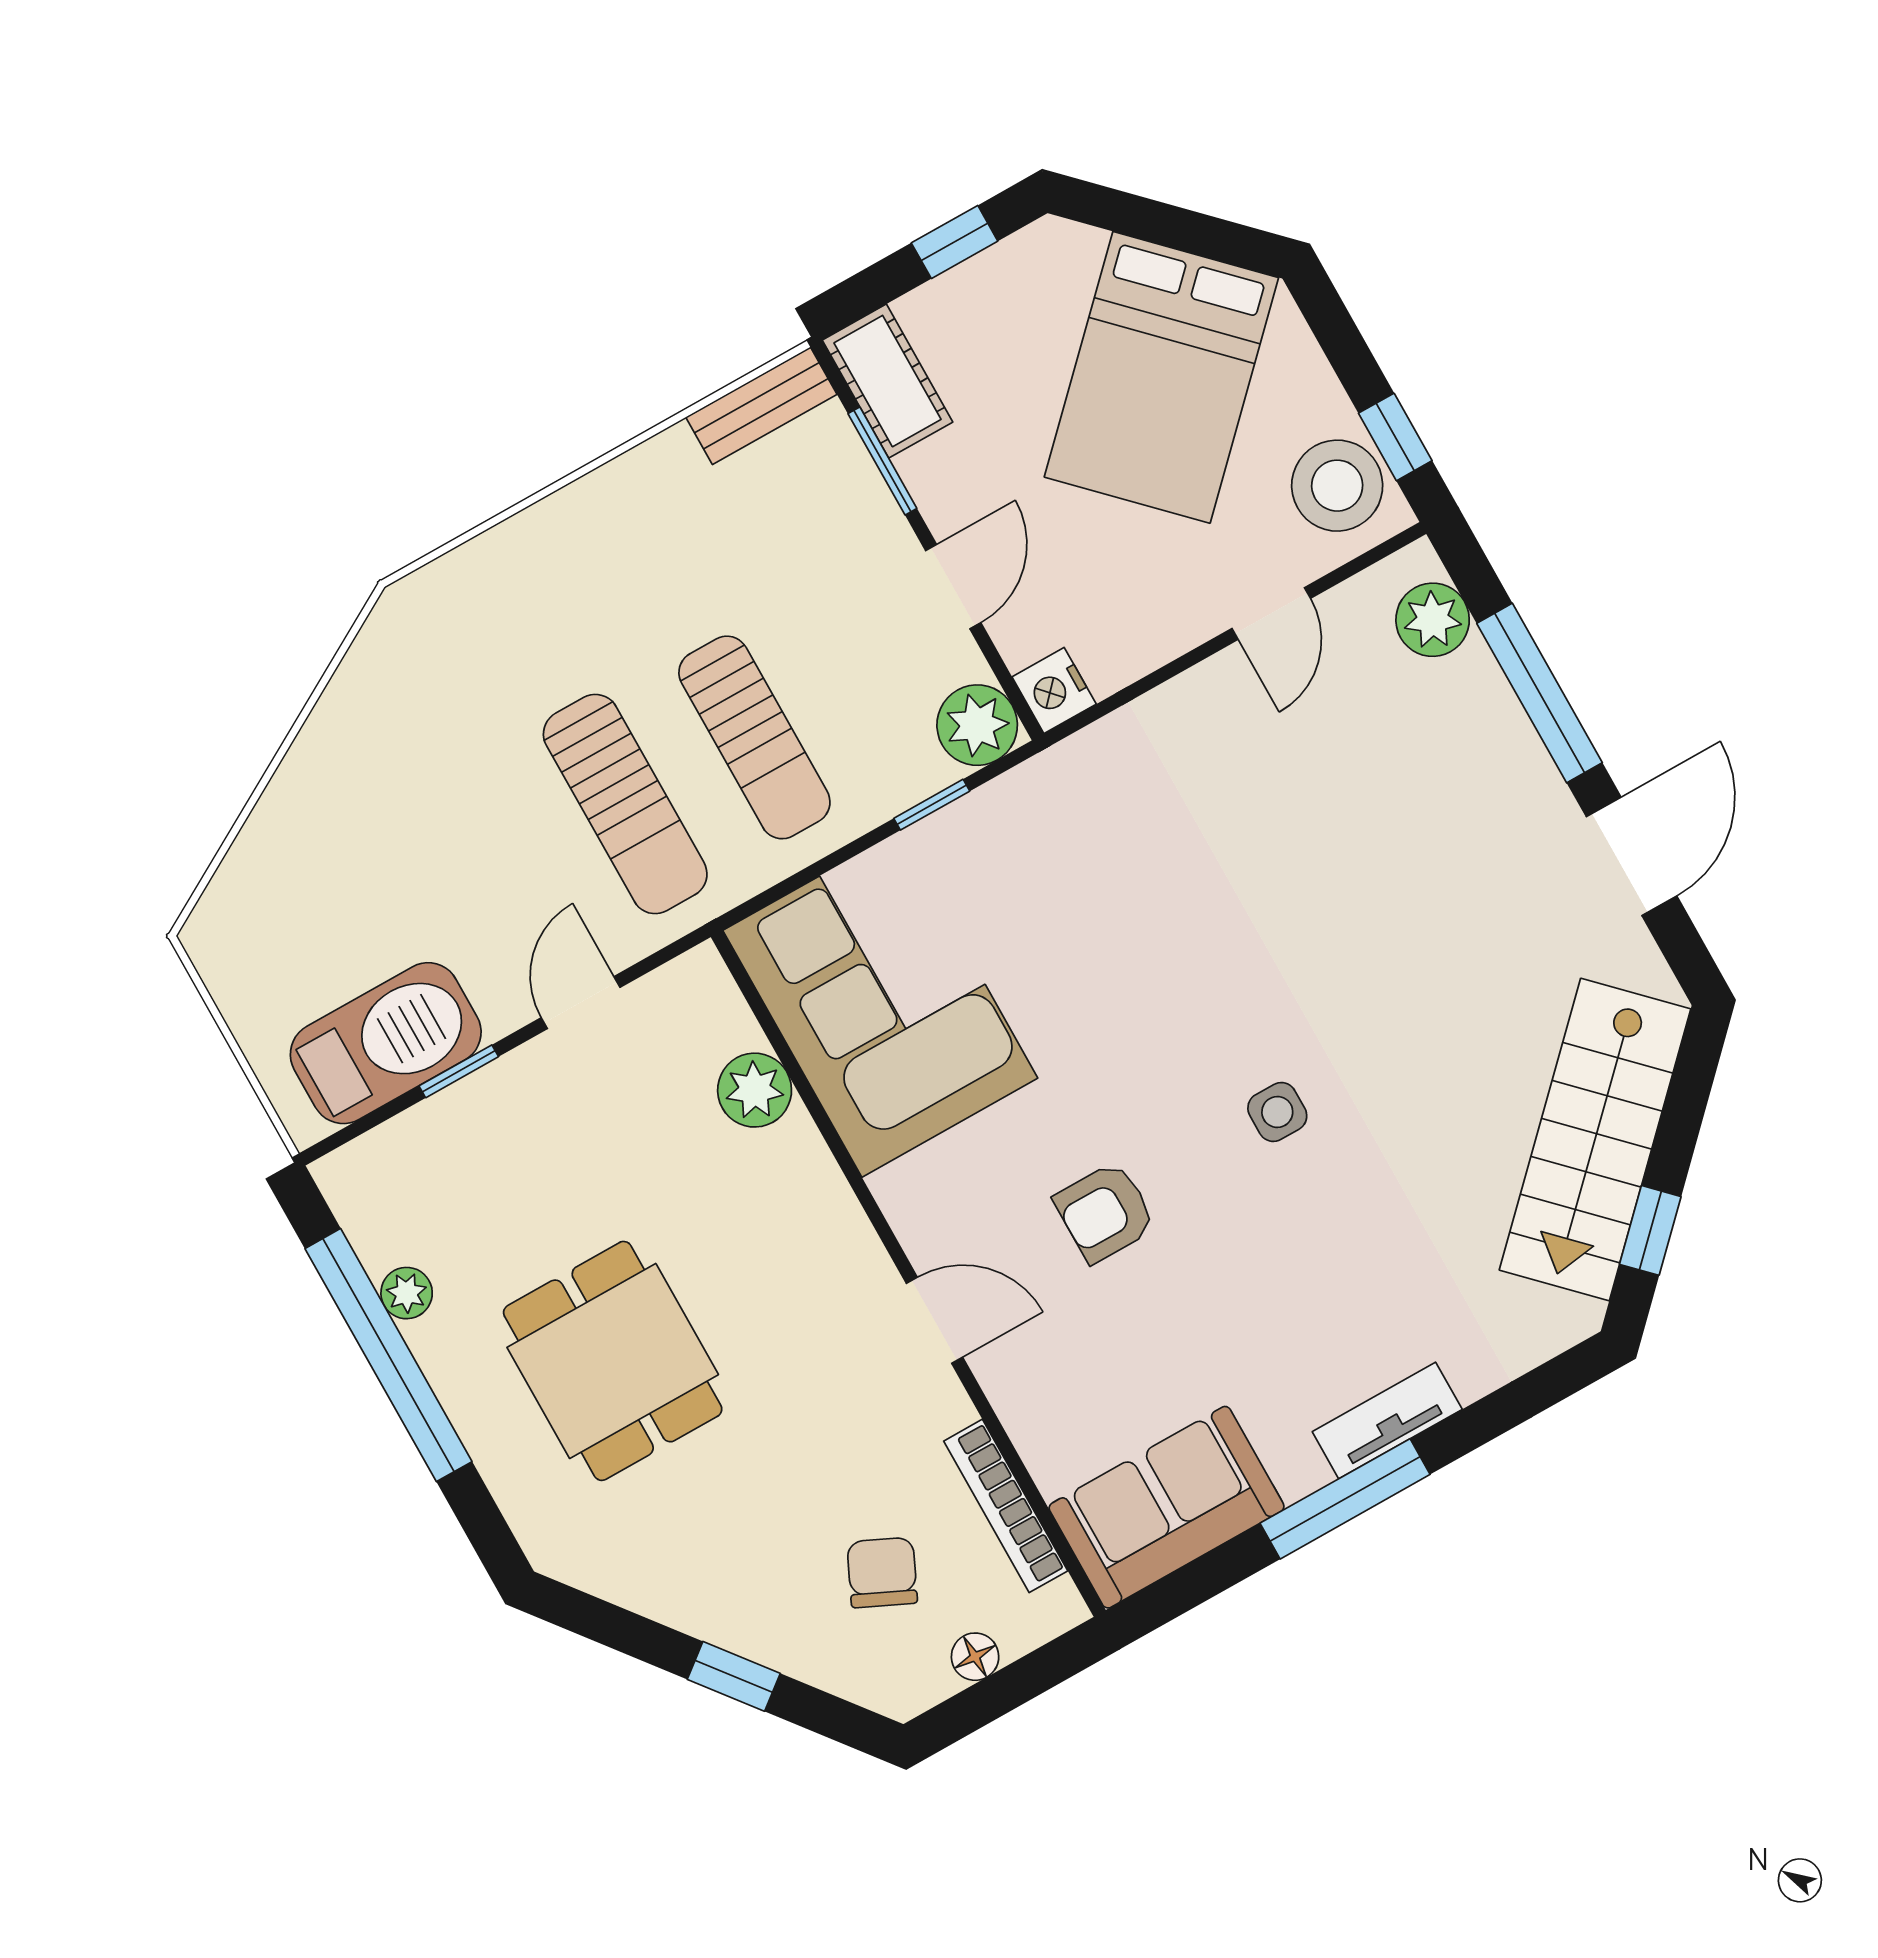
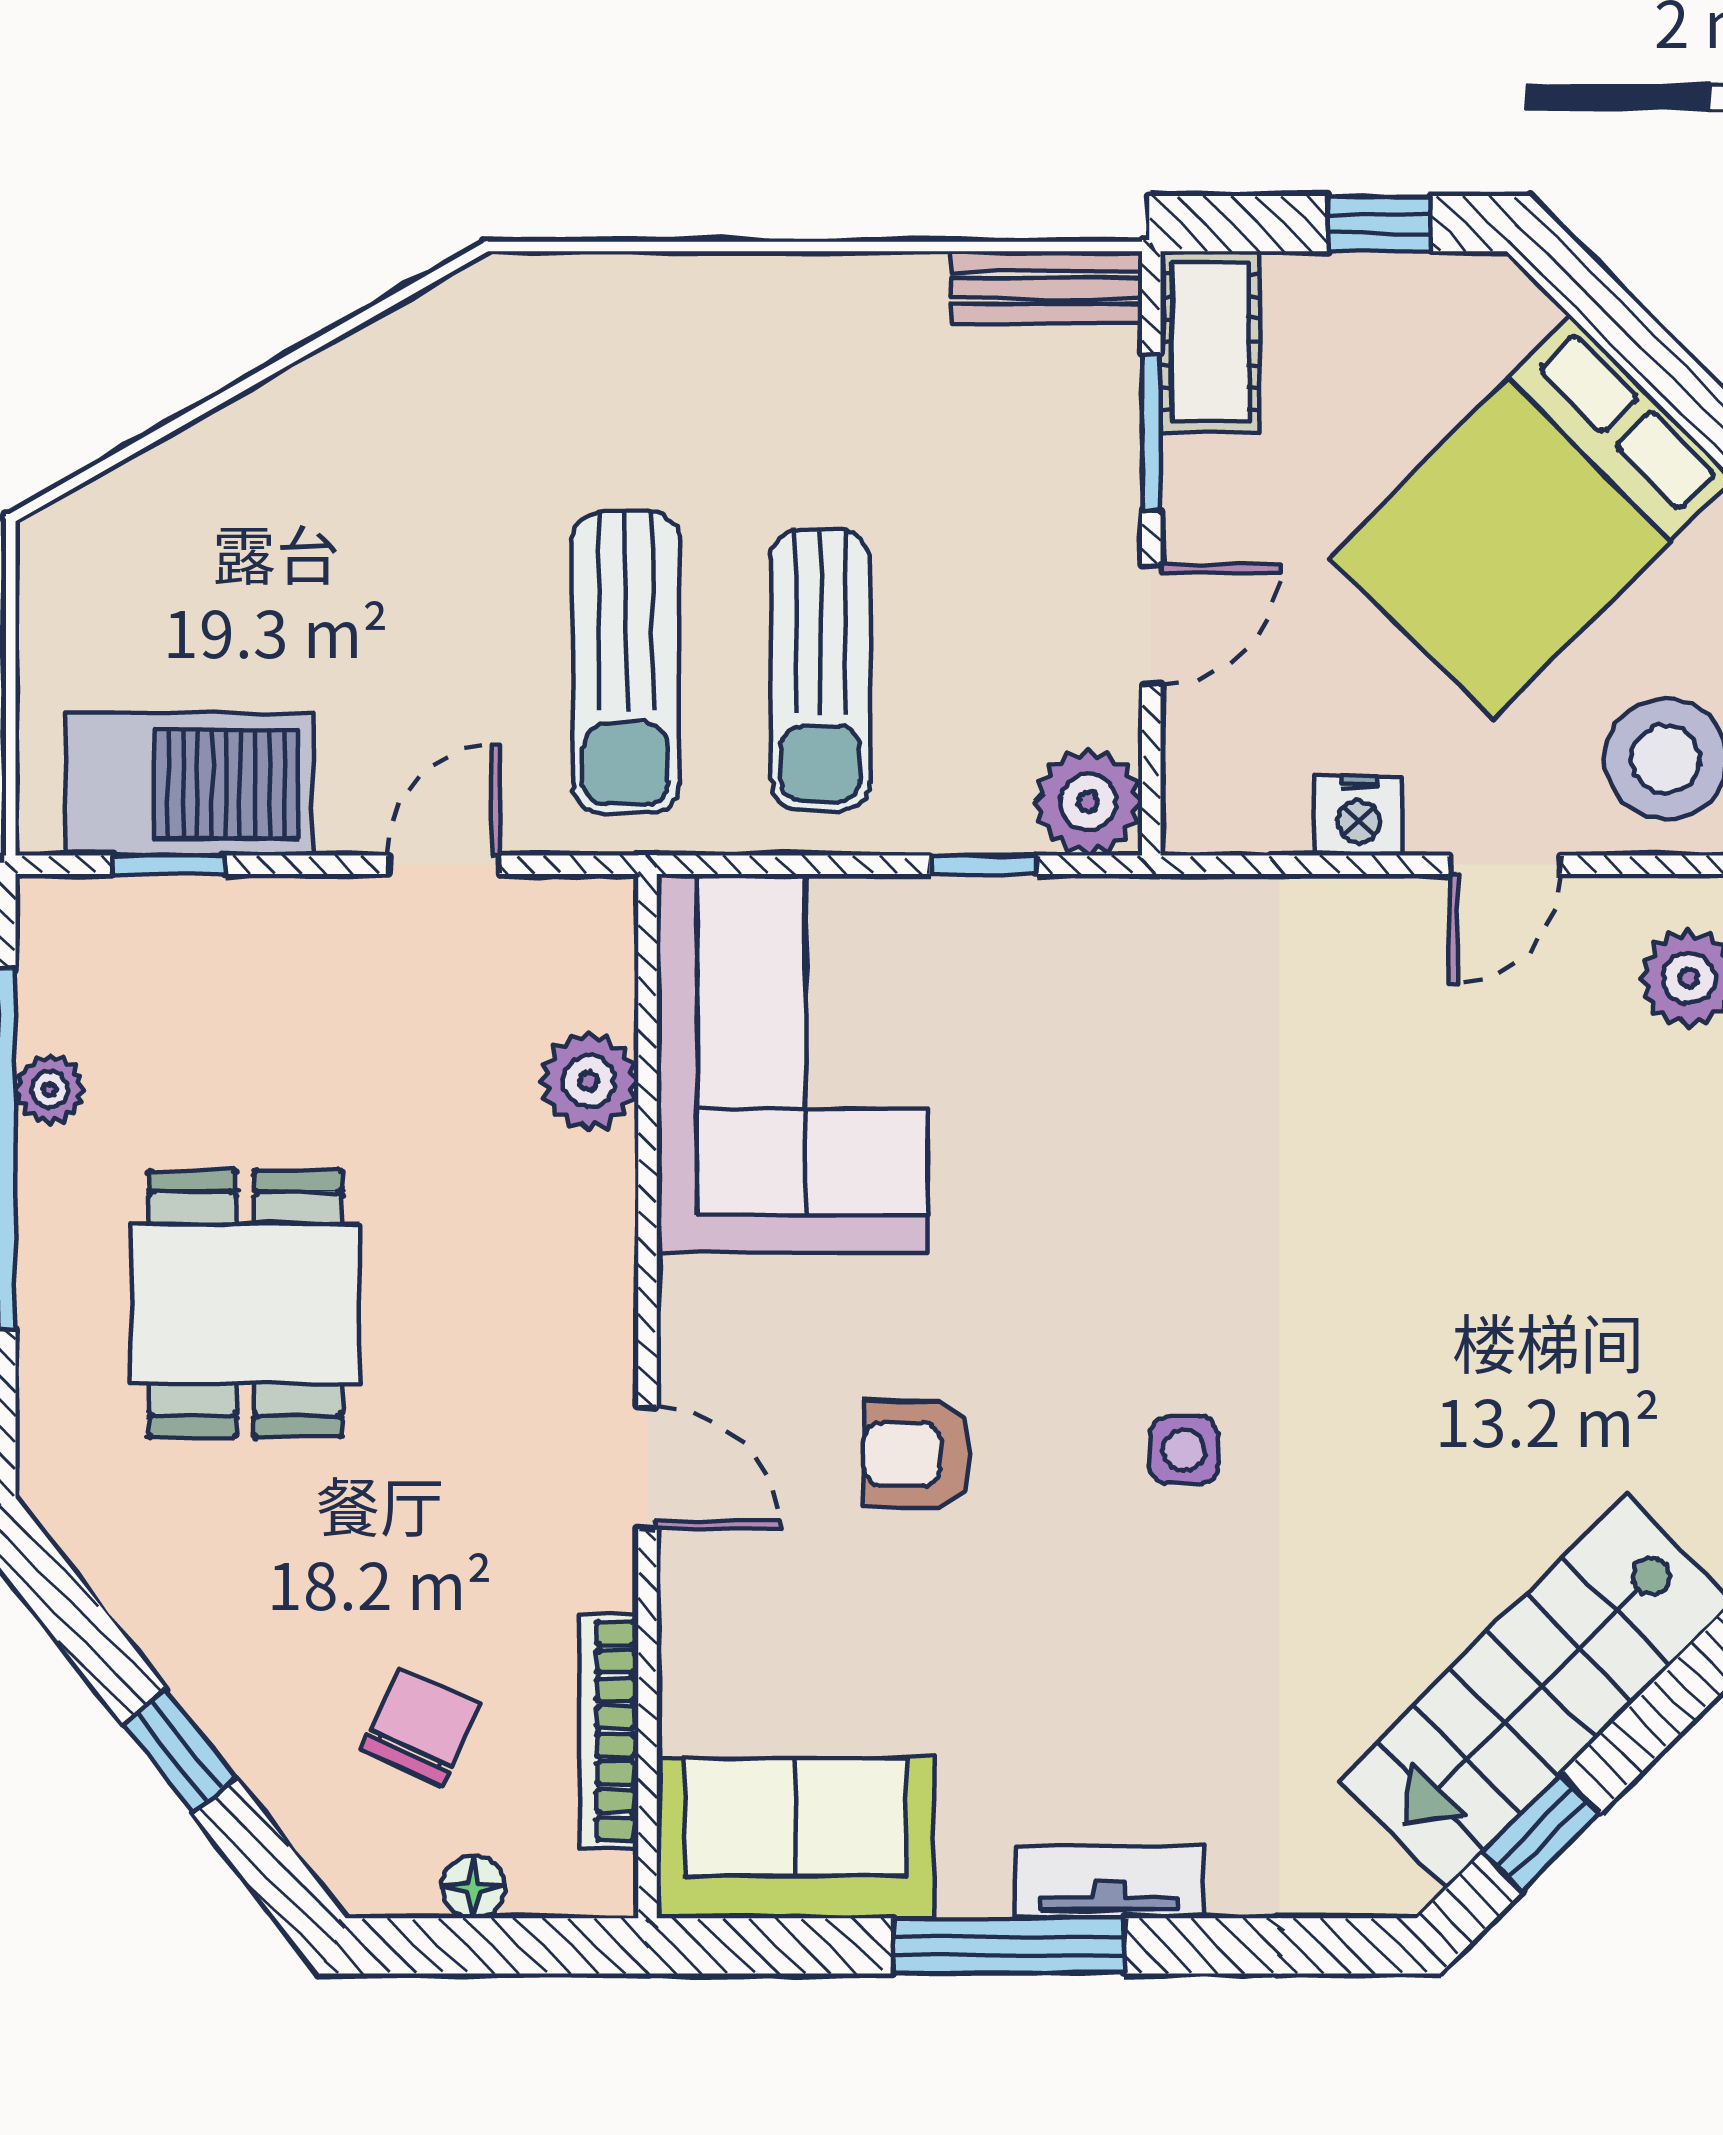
nightstand: (1054, 690) -> (1359, 815), moved, turned -90
window: (459, 1071) -> (168, 865), moved

